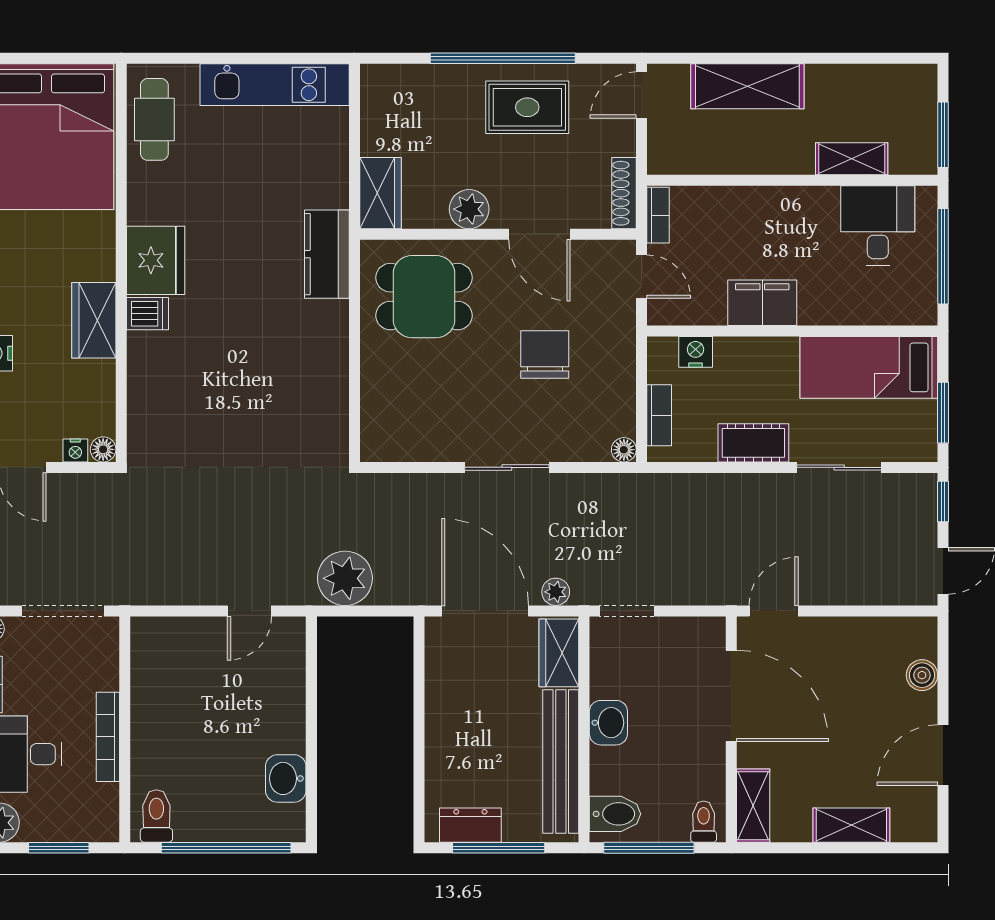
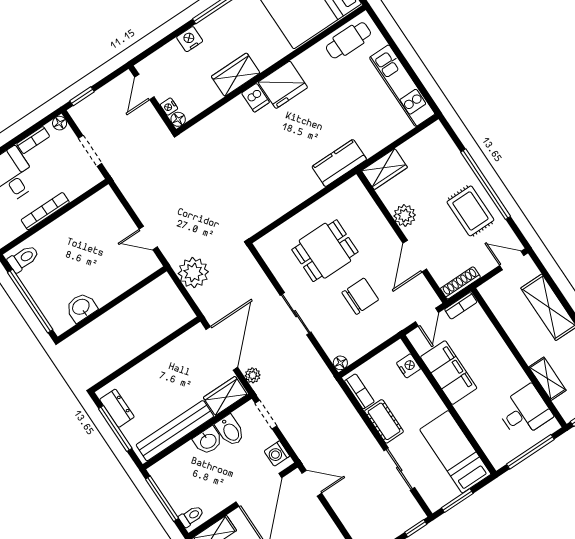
dining table: (424, 297) -> (325, 251), moved, turned 90
filing cabinet: (762, 303) -> (449, 373), width x1.50, depth x1.17
bookcase: (659, 415) -> (359, 391), moved, turned -90
doorway: (63, 611) -> (90, 151), width x0.73
washing machine: (695, 633) -> (277, 454), added
bidet: (615, 814) -> (230, 430), moved

